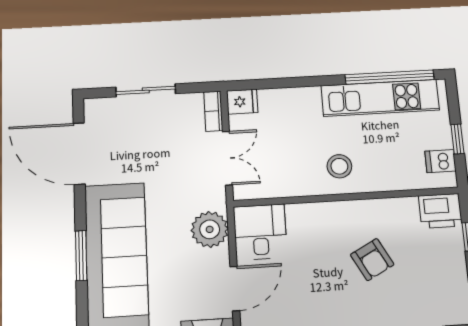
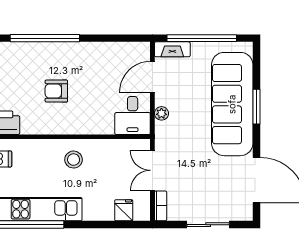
fridge: (242, 102) -> (124, 210), moved, turned 90
plant: (210, 229) -> (161, 113), width x0.53, depth x0.53
armchair: (372, 260) -> (56, 91), turned -62

